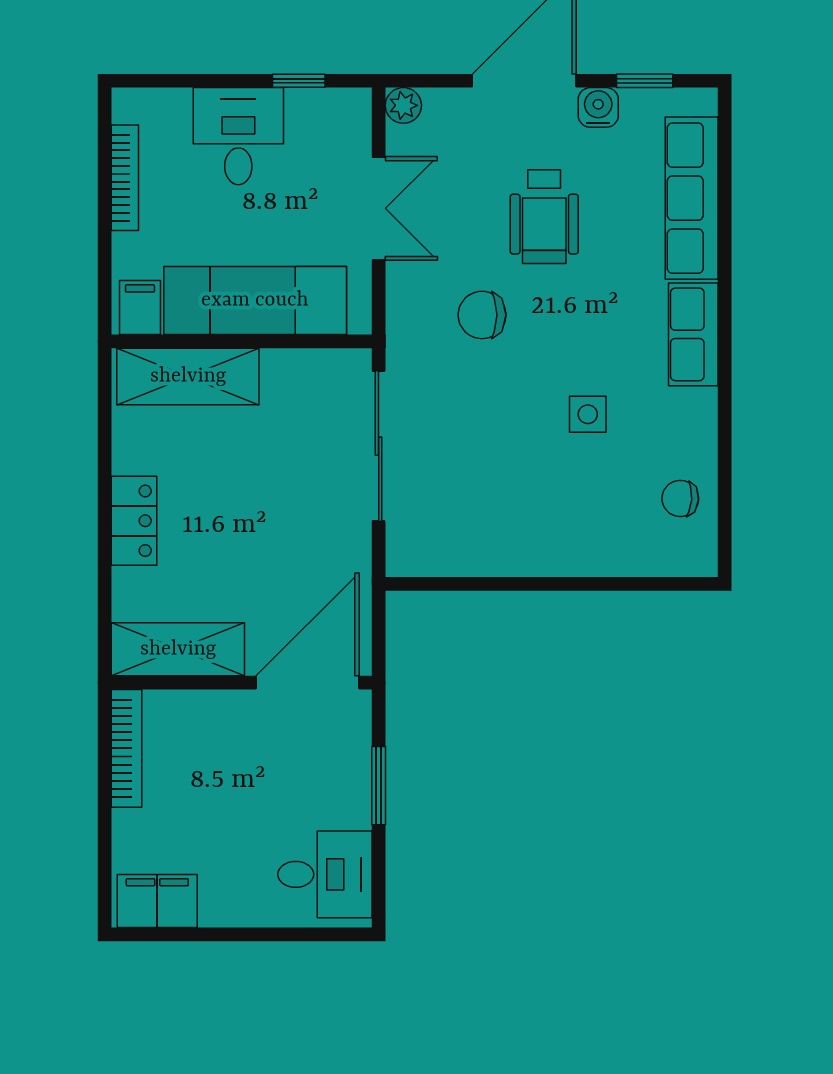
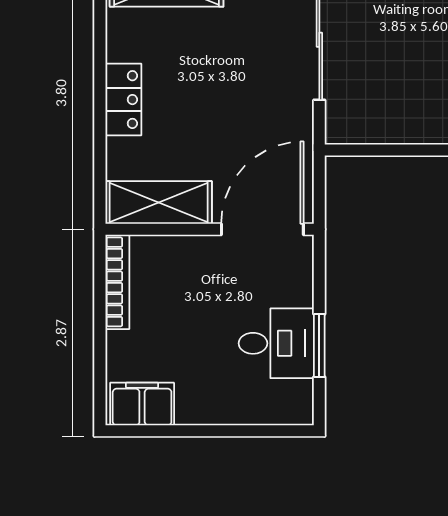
window: (379, 786) -> (319, 346), moved
desk: (325, 874) -> (276, 343), moved

